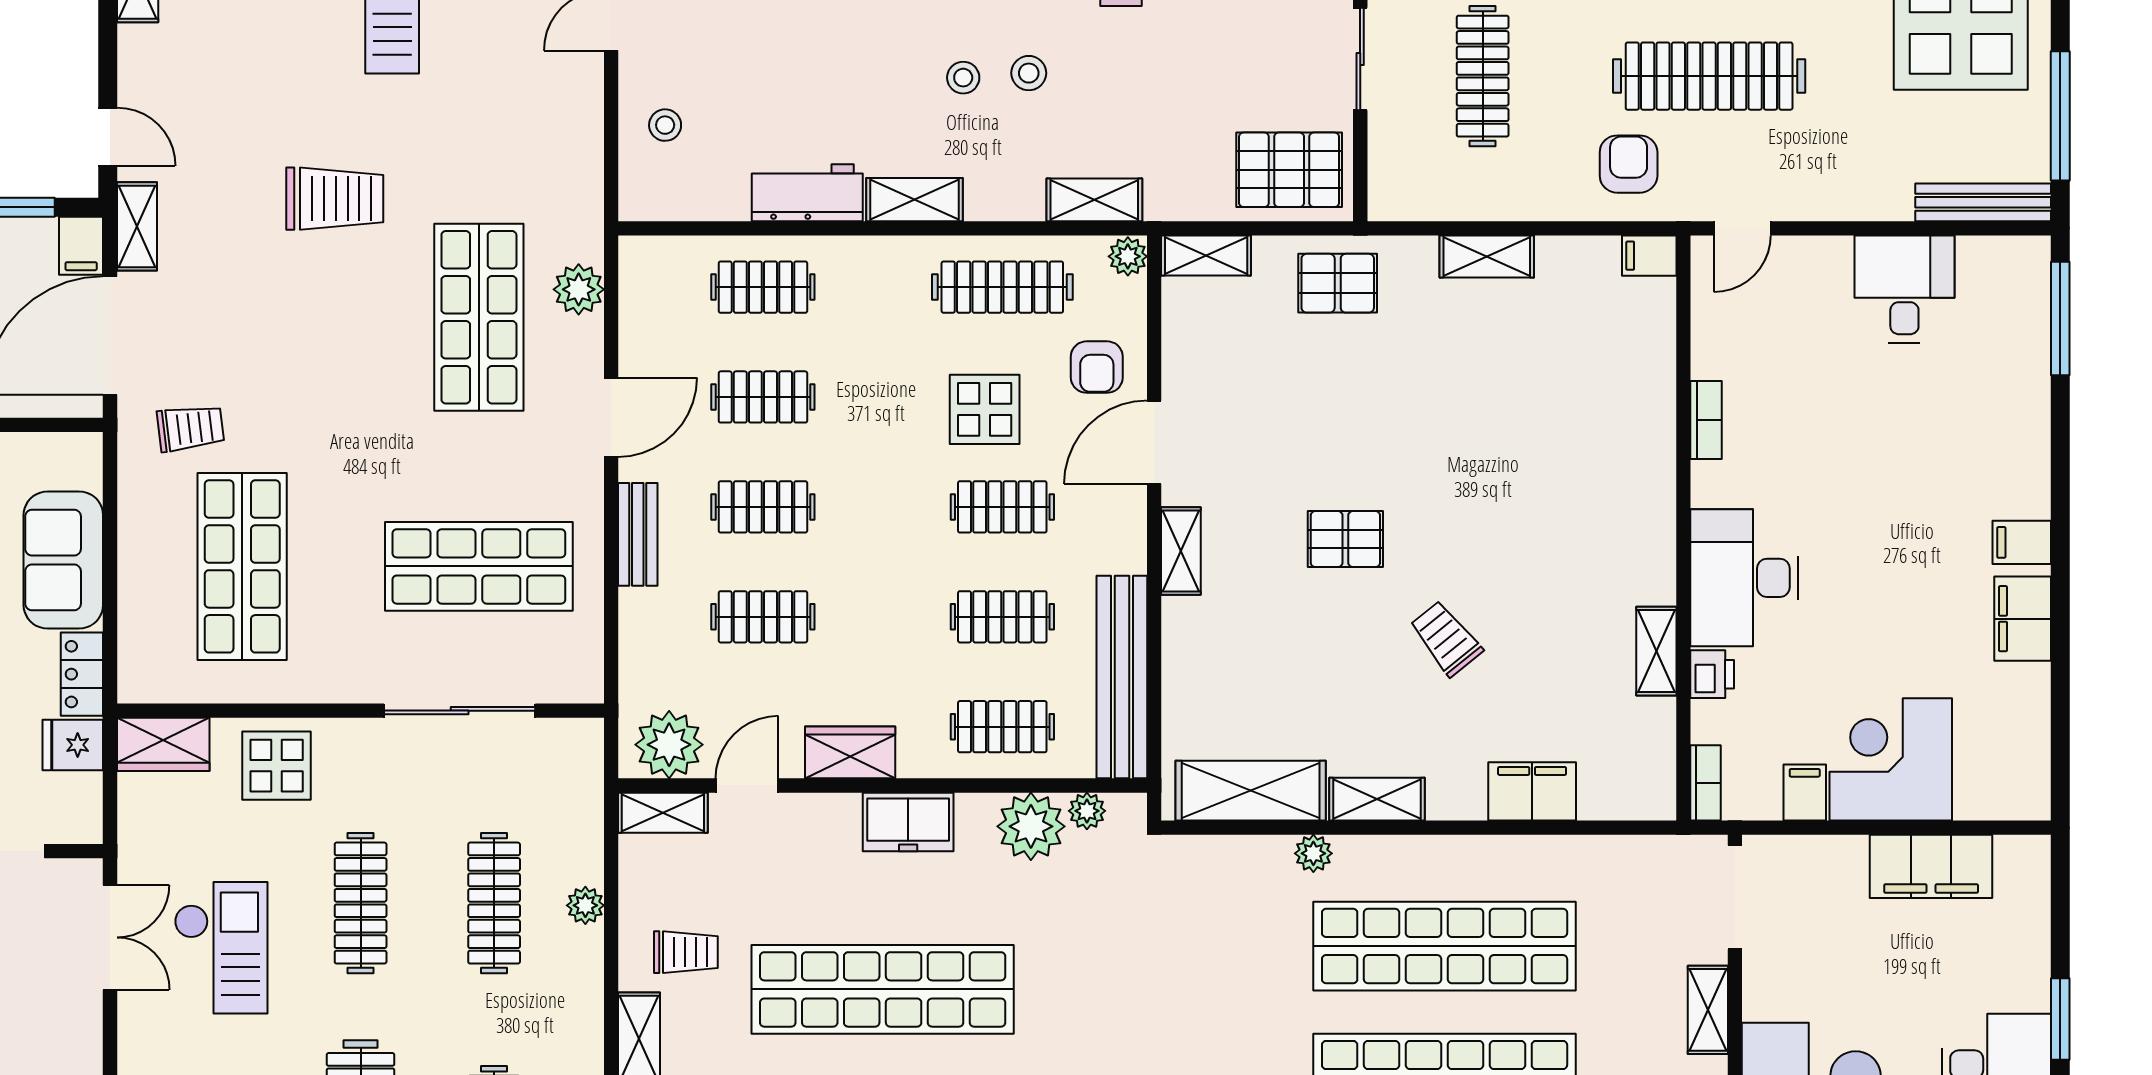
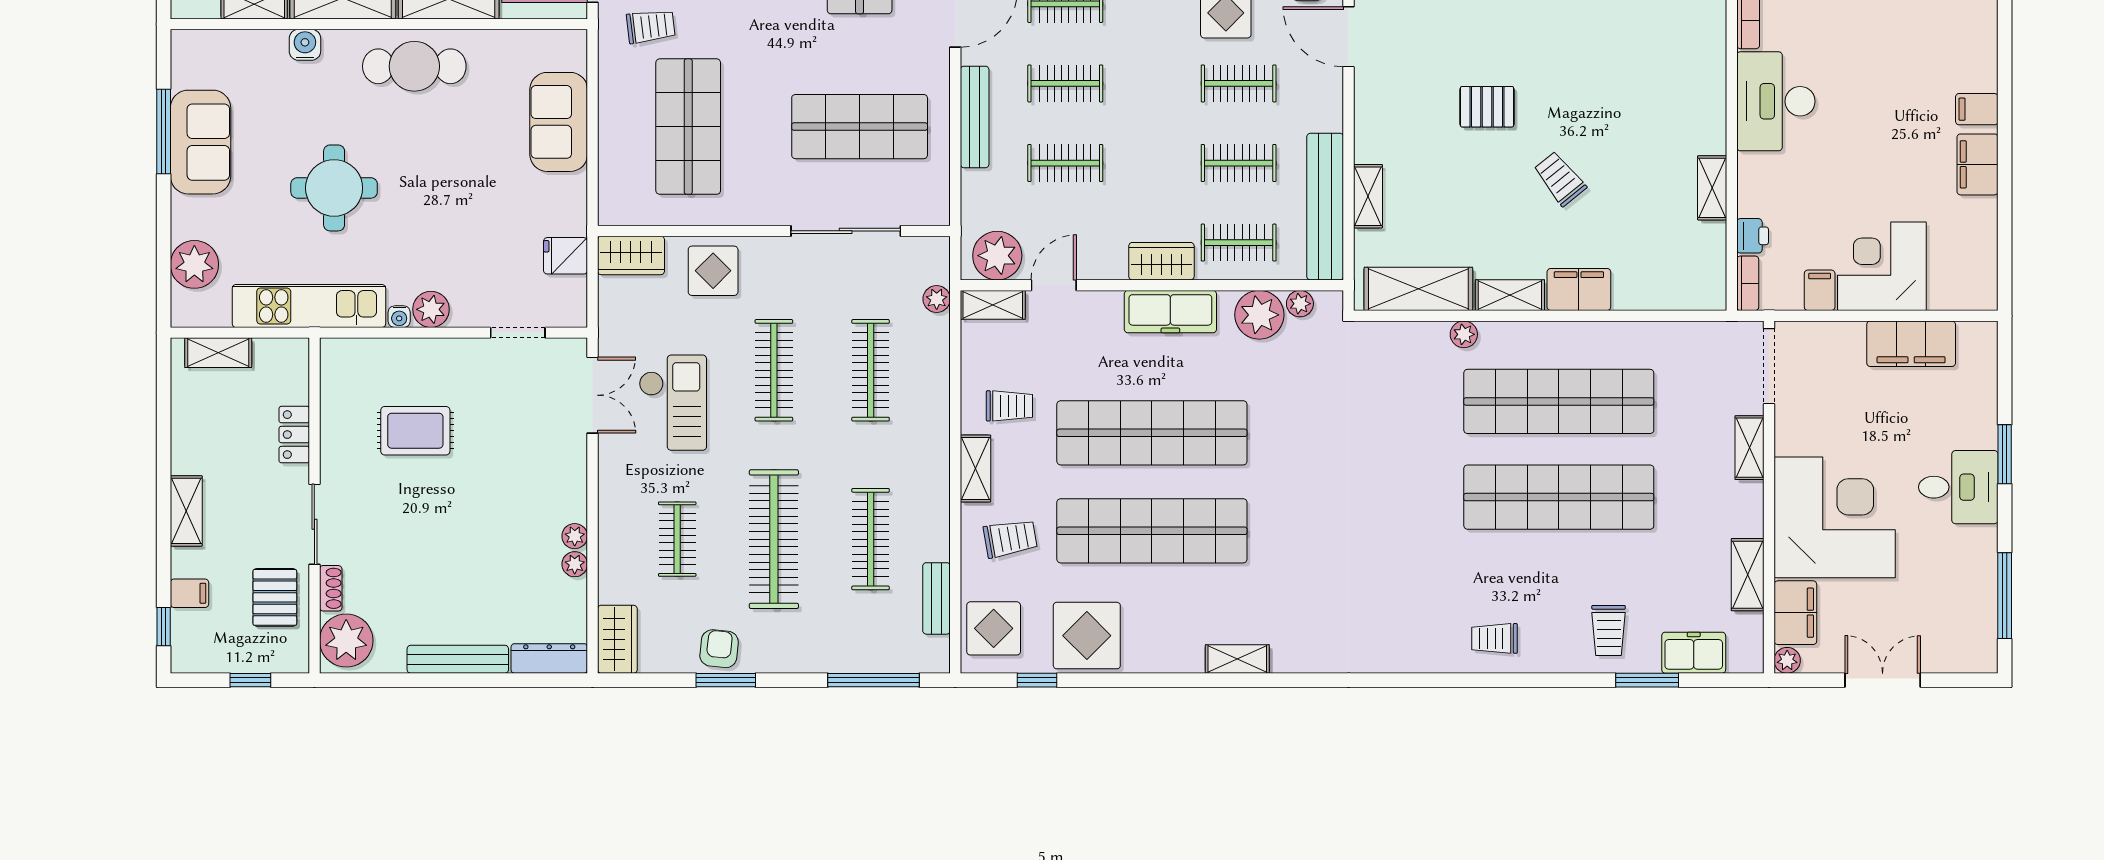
door: (1154, 442) -> (1349, 37), hinge flipped
bench: (638, 534) -> (975, 117), width x1.36
shelving: (1181, 551) -> (1368, 196), moved
desk: (1744, 578) -> (1776, 101), moved
locker: (82, 674) -> (572, 205), removed
printer: (1712, 674) -> (1753, 236), moved
wardrobe: (850, 752) -> (1161, 261), moved
filing cabinet: (1532, 791) -> (1579, 289), moved
freezer: (908, 822) -> (1170, 312), width x1.40
plant: (585, 905) -> (937, 299), moved

